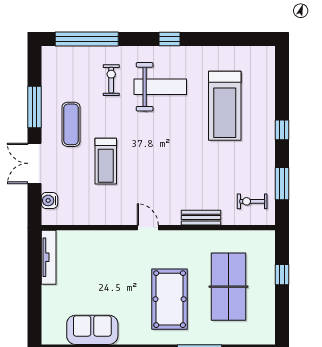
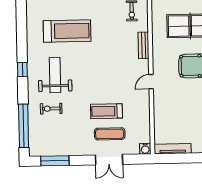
window: (34, 107) -> (55, 161), moved
exercise mat: (71, 124) -> (110, 134), moved
treadmill: (106, 161) -> (106, 111), turned 180
water cooler: (49, 200) -> (145, 149), moved

